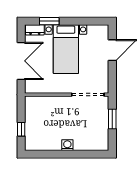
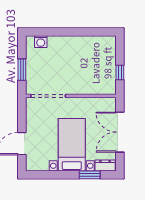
window: (21, 129) -> (120, 73), moved
washing machine: (67, 145) -> (41, 42), moved

